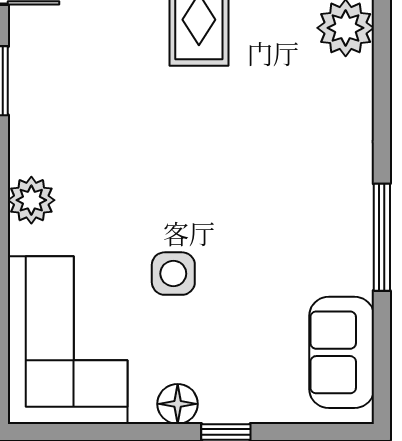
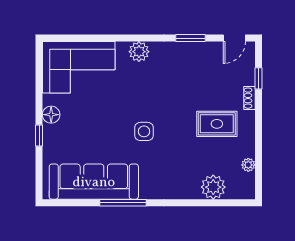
side table: (173, 274) -> (144, 131), moved
sofa: (342, 352) -> (94, 182), width x1.85, depth x1.27

